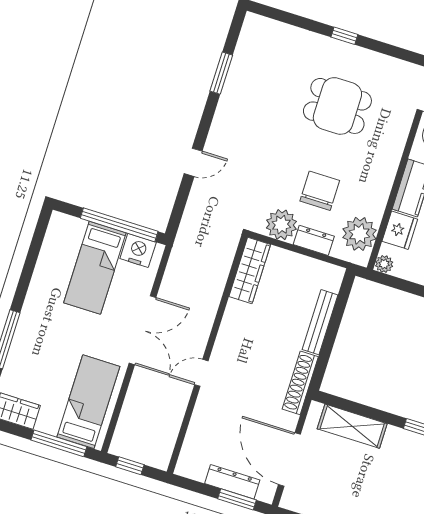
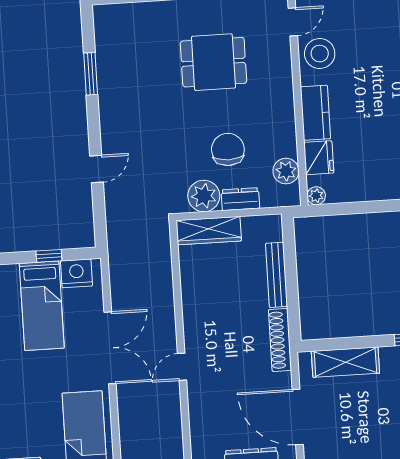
window: (119, 225) -> (49, 256), width x0.32
plant: (359, 234) -> (286, 171), width x0.73, depth x0.73
wardrobe: (250, 271) -> (209, 231), moved, turned 90

